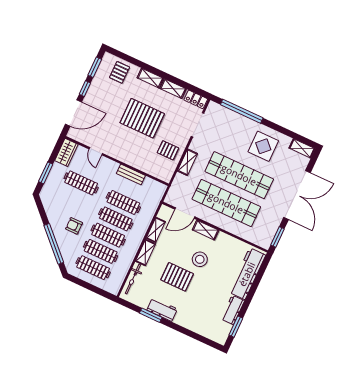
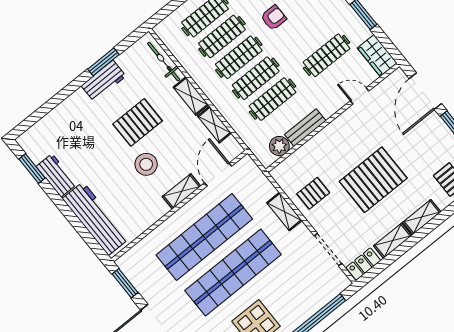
plant: (150, 185) -> (279, 146), added

